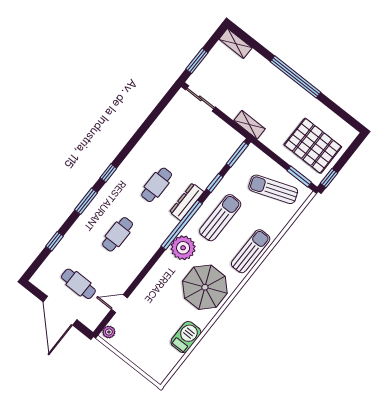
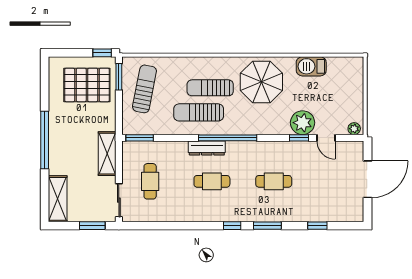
shelving: (236, 43) -> (58, 199), width x1.50, depth x1.33
shelving: (250, 125) -> (107, 154), width x1.50, depth x1.33
pallet: (313, 146) -> (87, 85), turned 90
window: (215, 183) -> (299, 138), moved
sun lounger: (273, 189) -> (144, 89), turned -149
plant: (183, 248) -> (303, 123), moved
sun lounger: (251, 251) -> (210, 88), moved
cafe table: (78, 284) -> (150, 181), moved

